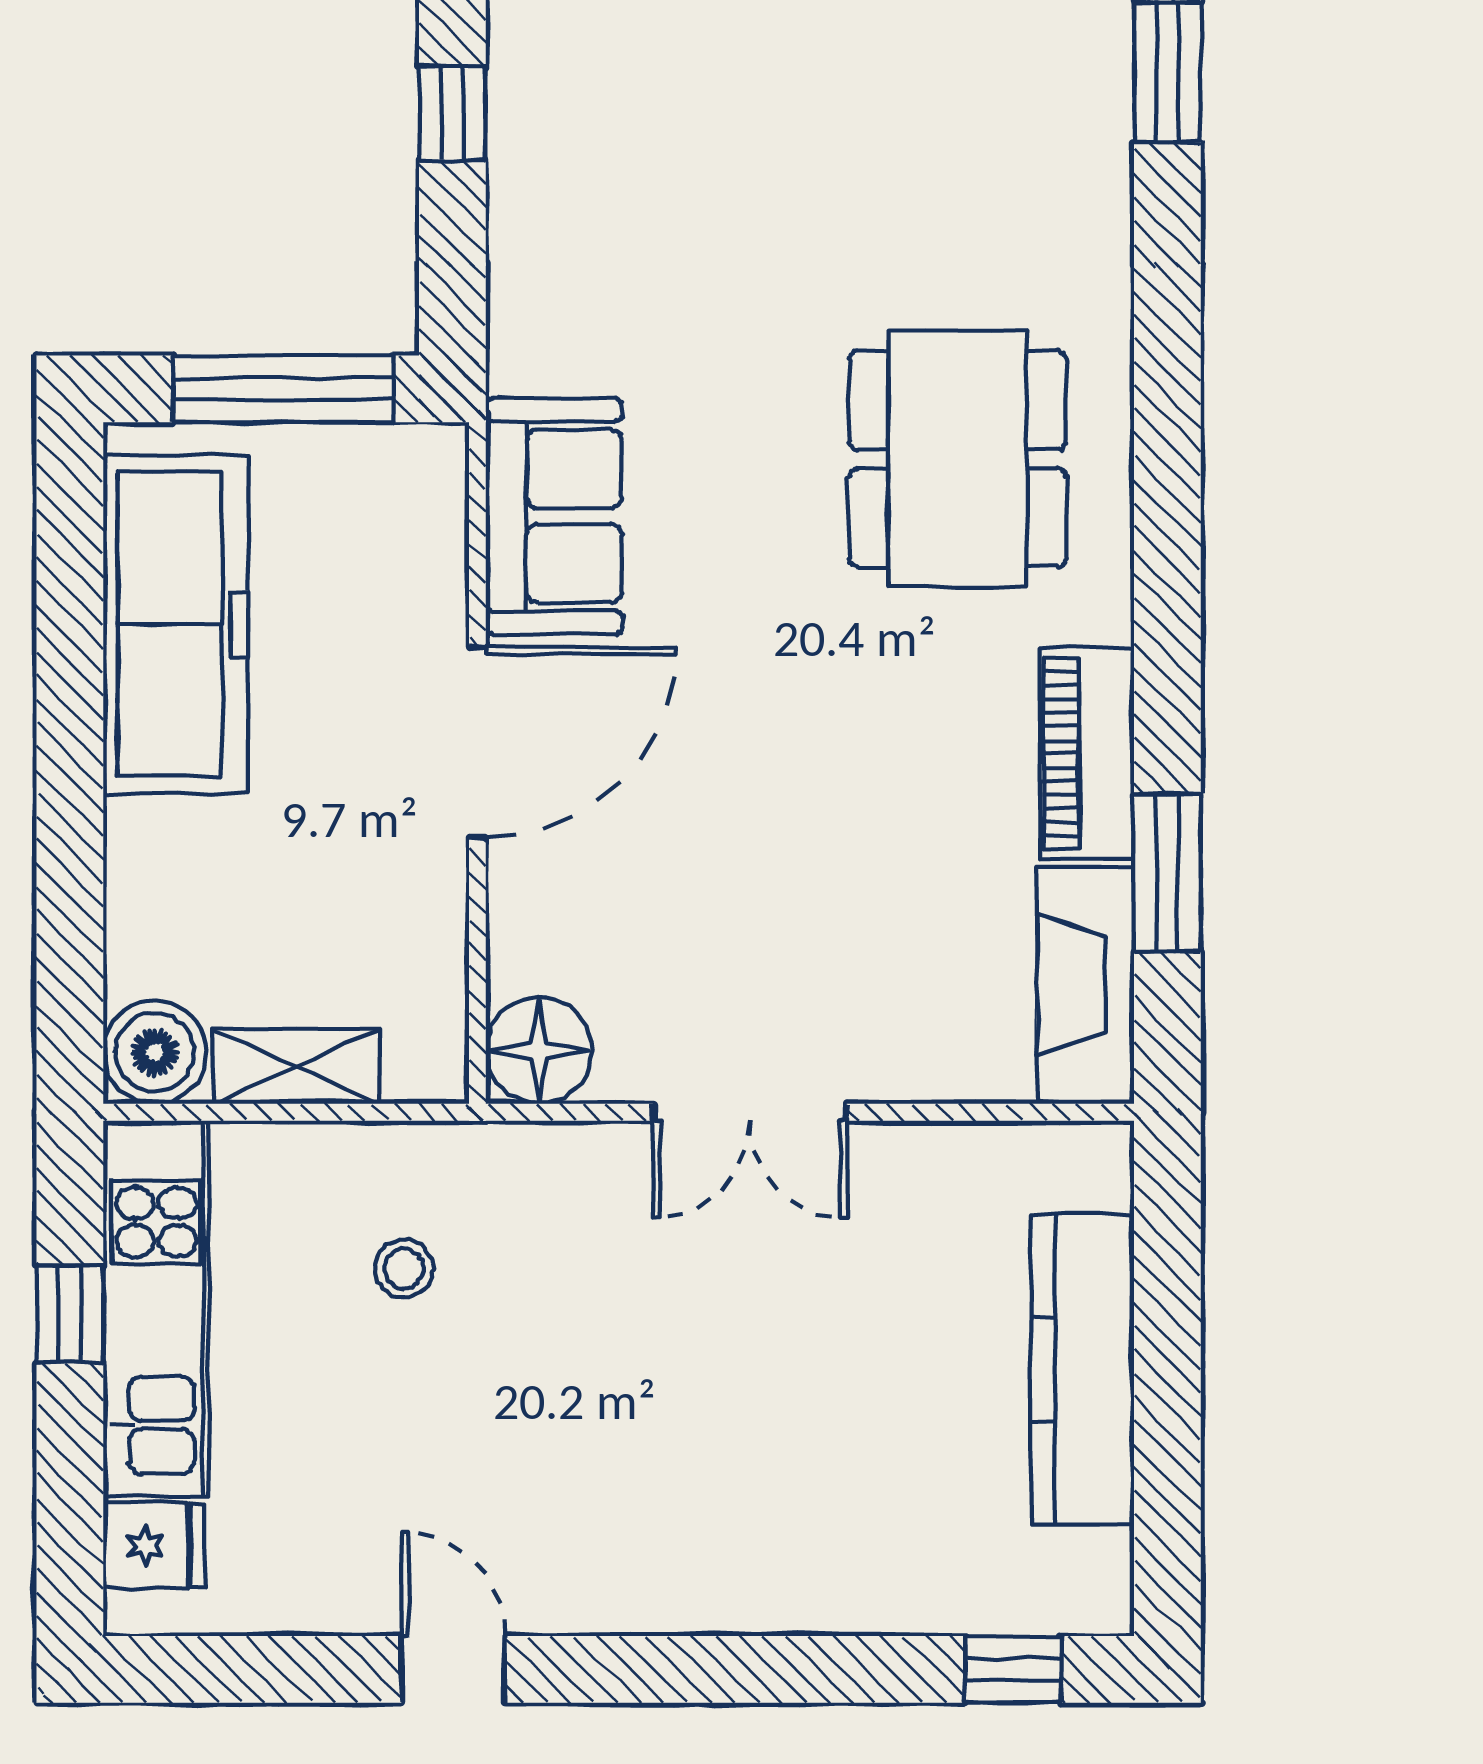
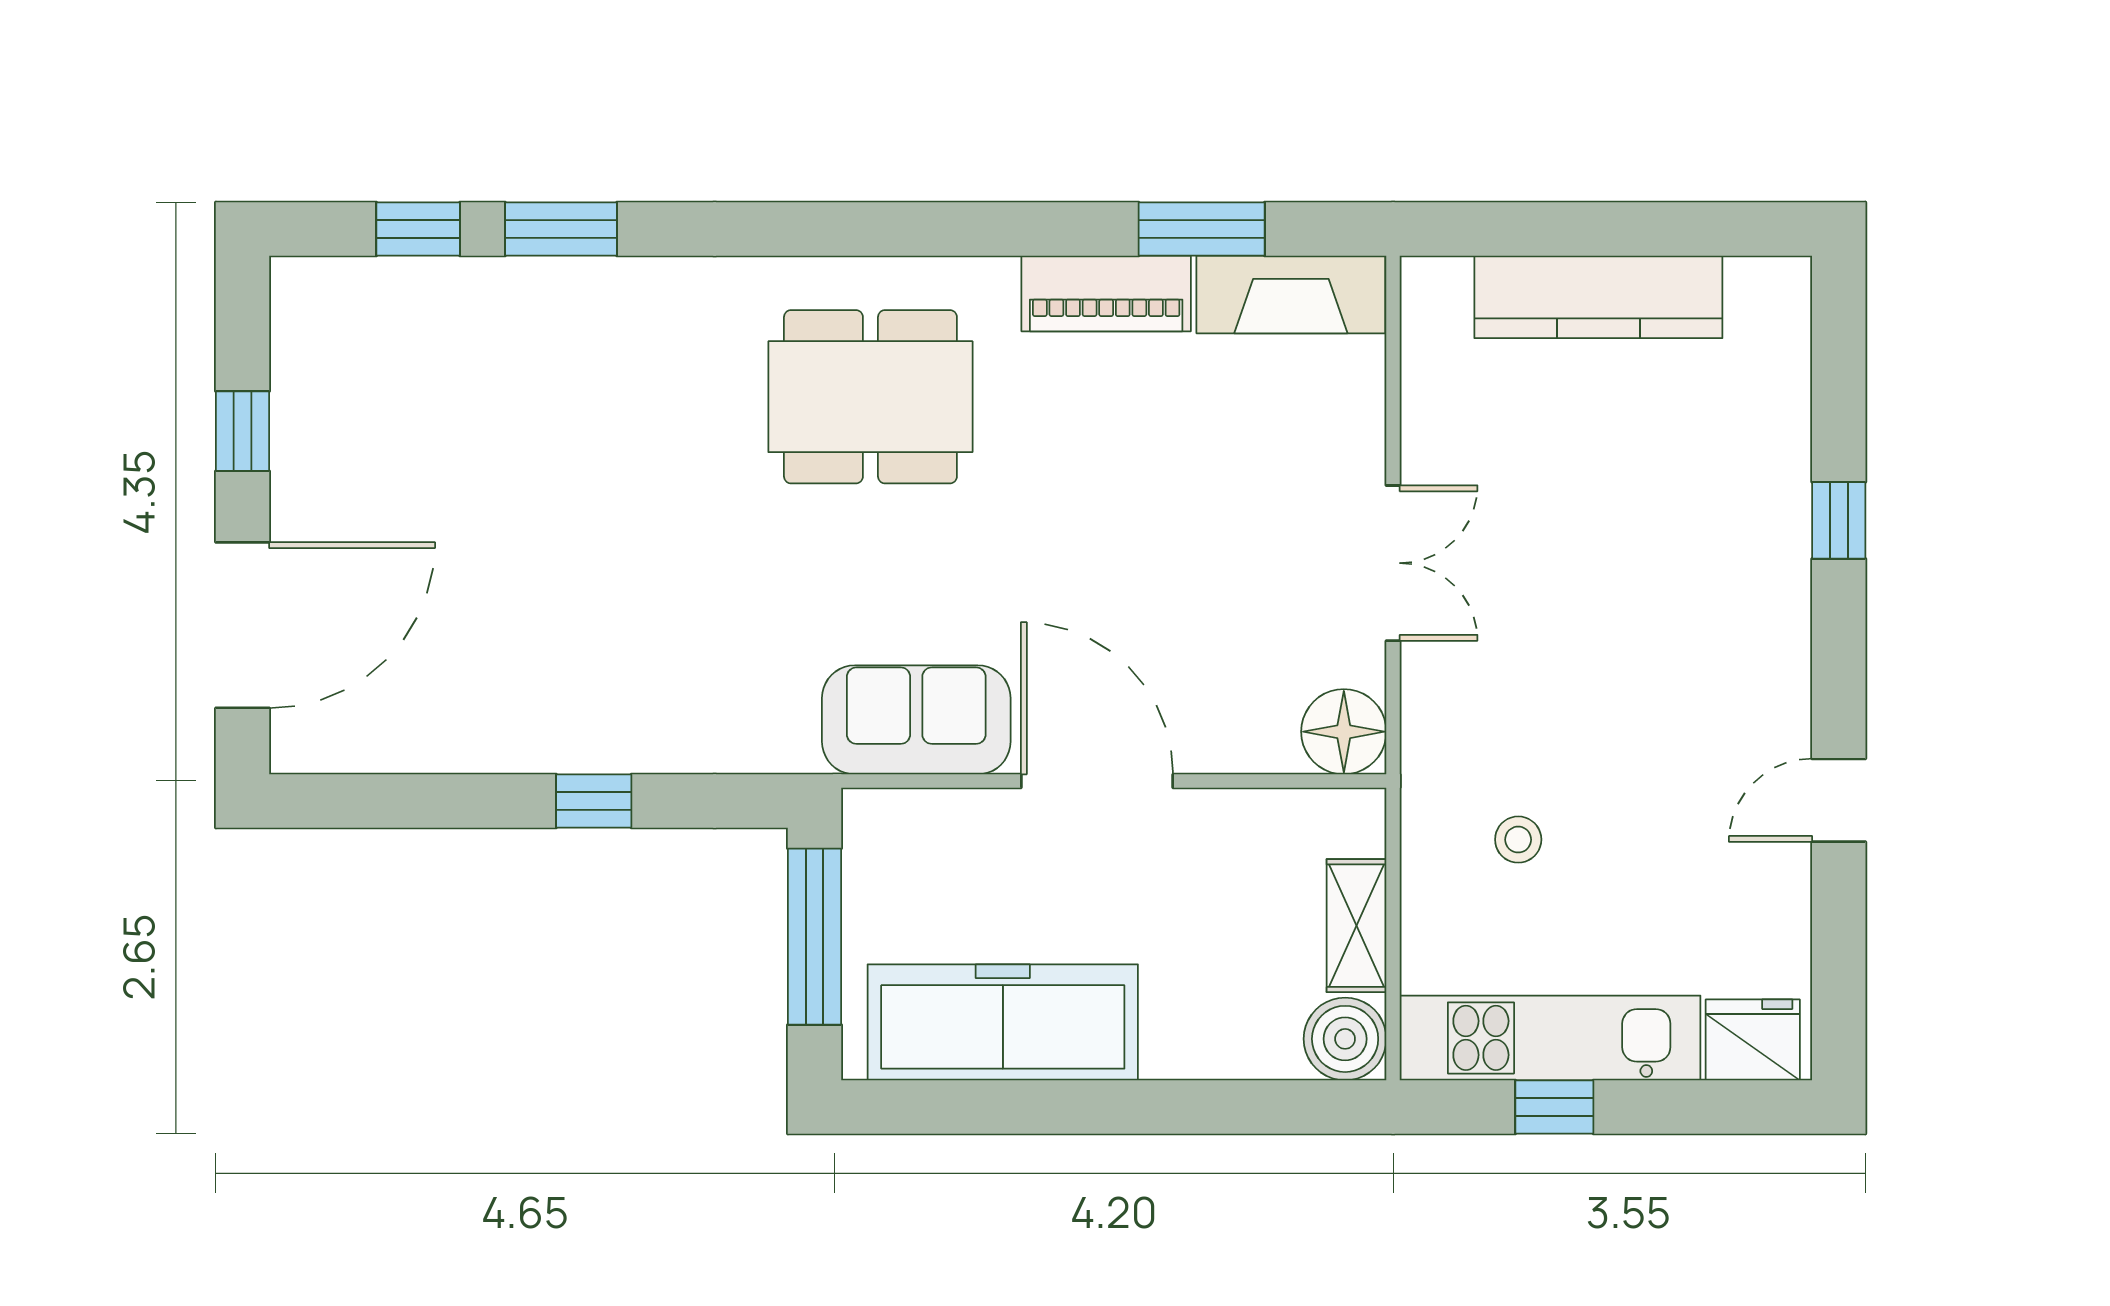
fridge: (154, 1545) -> (1753, 1040), width x1.38
window: (1013, 1669) -> (1839, 520), moved

